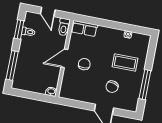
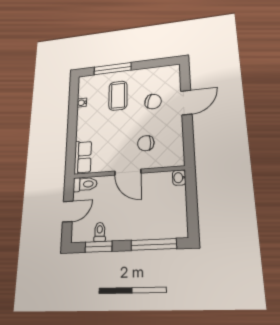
chair: (84, 64) -> (146, 143), moved
window: (145, 85) -> (113, 69), moved

